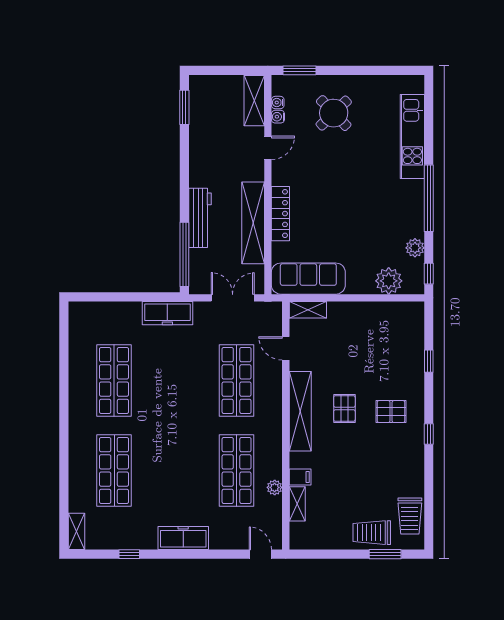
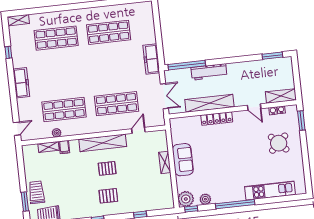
sofa: (308, 279) -> (183, 160), moved, width x0.73
plant: (389, 281) -> (186, 199), moved
shelving: (308, 310) -> (165, 162), moved
pallet: (391, 412) -> (108, 196), turned 90

